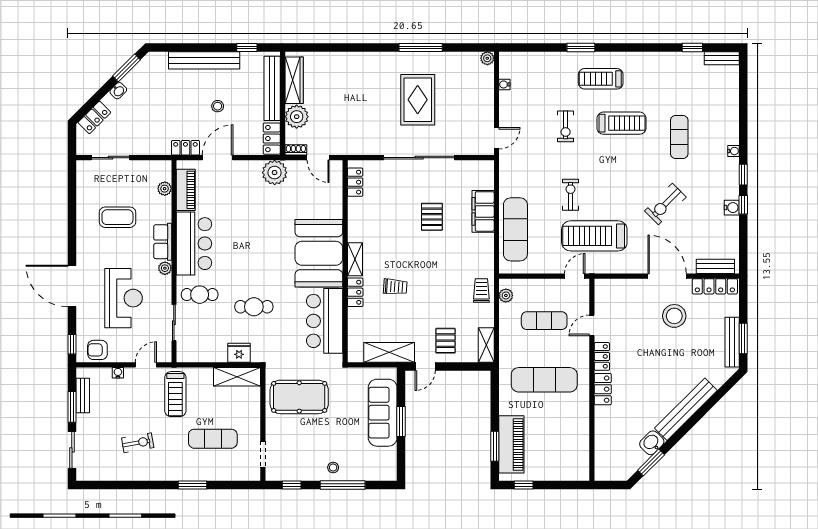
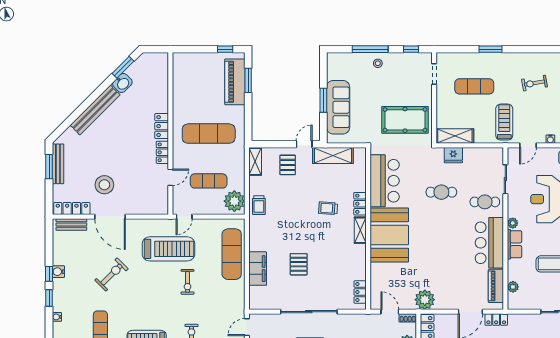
plant: (506, 295) -> (234, 201), width x1.88, depth x1.88

